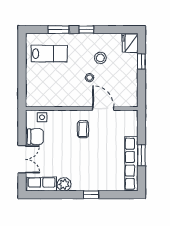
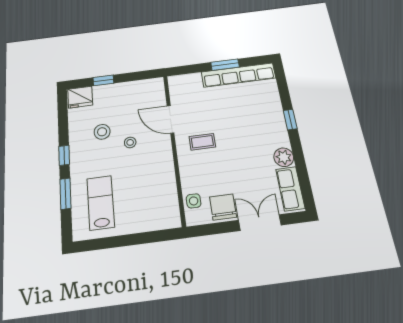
door: (103, 109) -> (171, 119), hinge flipped

